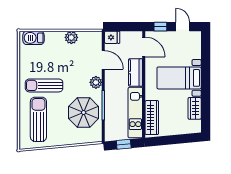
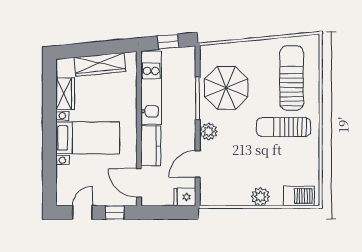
door: (183, 27) -> (83, 212), swing flipped
plant: (71, 37) -> (260, 197), moved
door: (103, 60) -> (198, 164), hinge flipped
sun lounger: (44, 85) -> (284, 127), turned 180
wardrobe: (152, 118) -> (100, 64), moved, turned -95
sun lounger: (38, 119) -> (292, 78), turned 180

